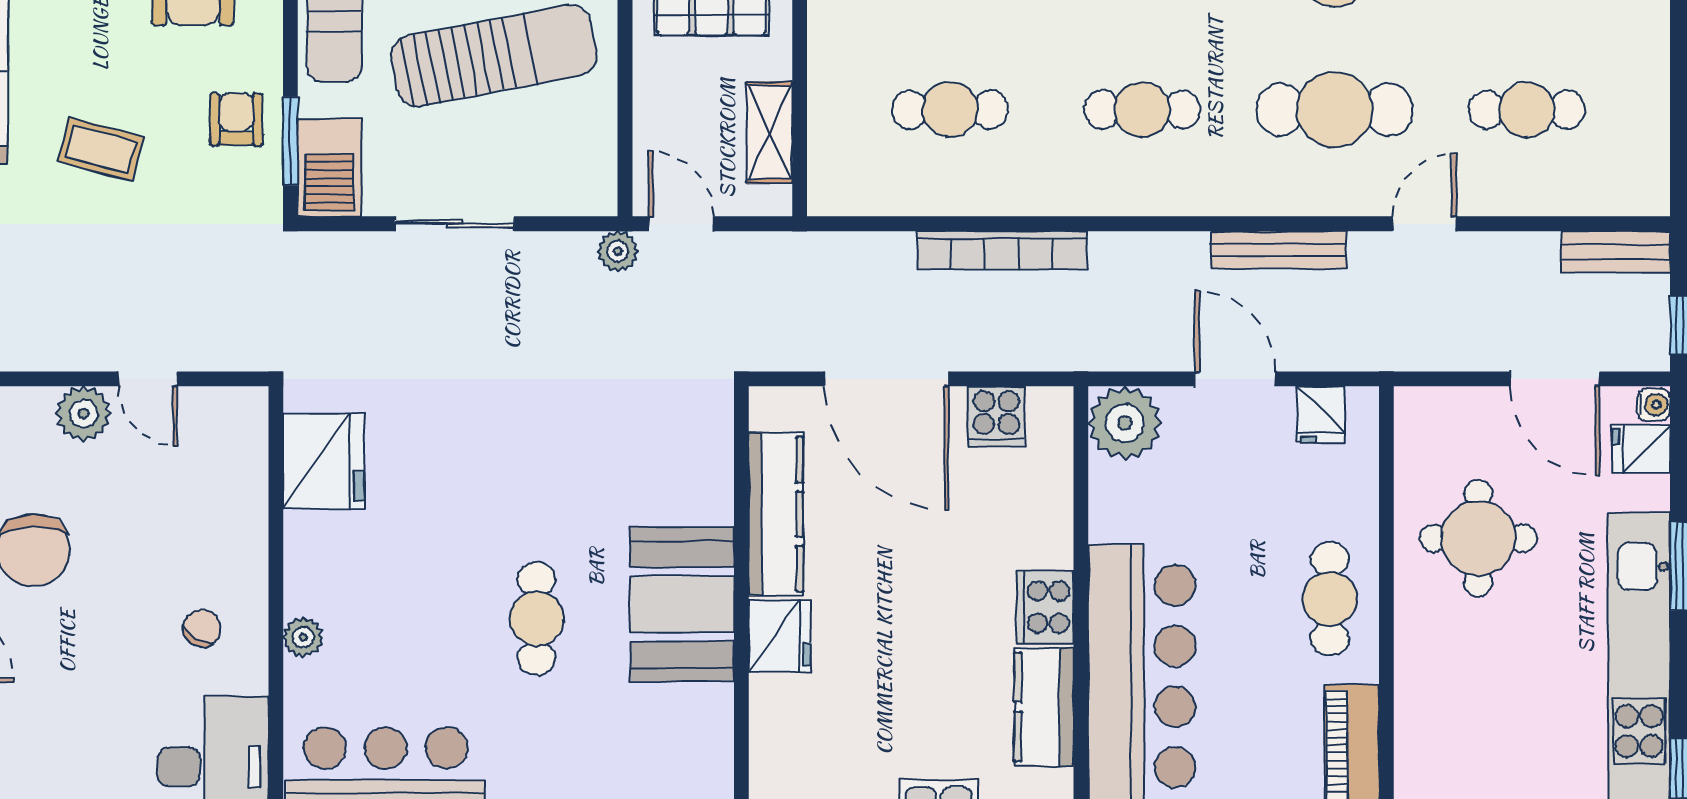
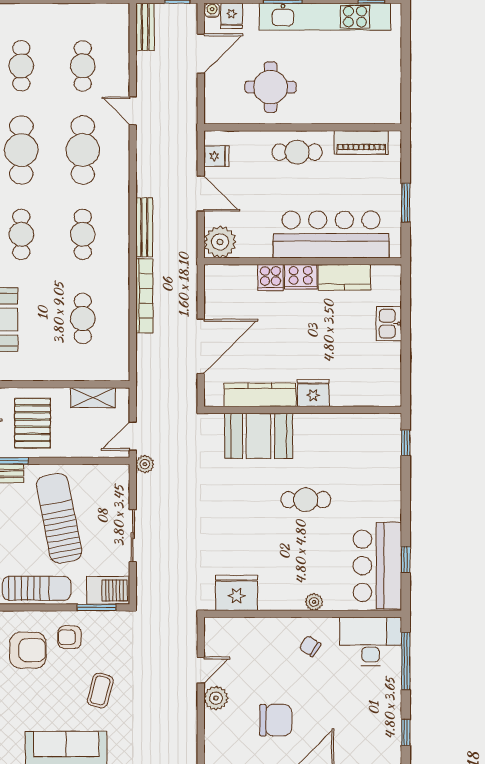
armchair: (236, 120) -> (70, 637), moved
bench: (1279, 250) -> (144, 227), moved
door: (1235, 379) -> (201, 193), swing flipped
cooker: (996, 416) -> (270, 278), moved, turned 90
booth: (682, 604) -> (259, 436), moved

